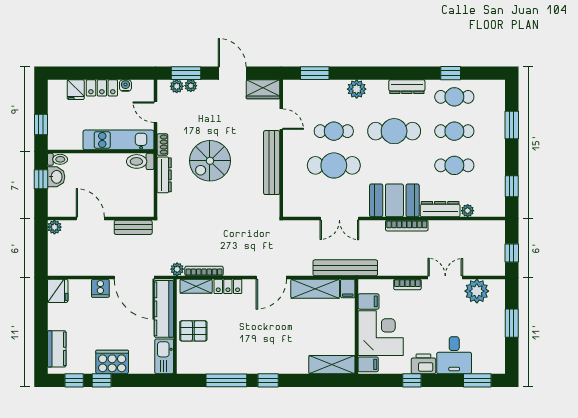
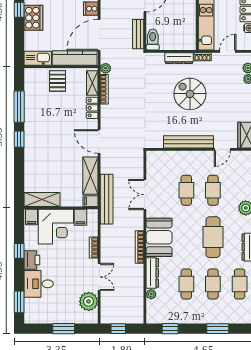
toilet: (140, 161) -> (153, 40), moved
cafe table: (334, 165) -> (186, 190), width x0.73, depth x0.74
shelving: (332, 365) -> (42, 199), moved, turned 90

